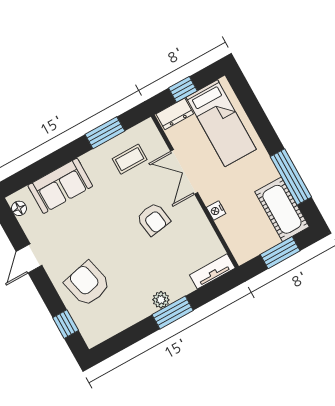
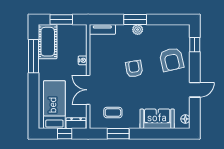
double door: (184, 172) -> (88, 90), swing flipped
armchair: (153, 219) -> (134, 69), moved

